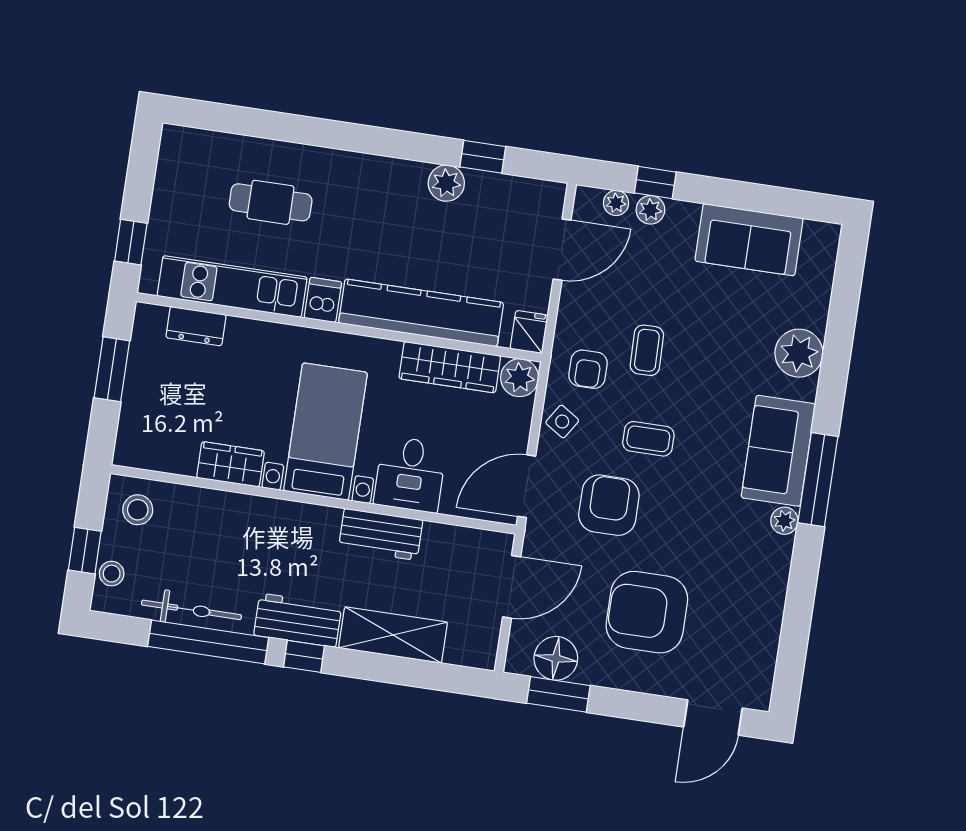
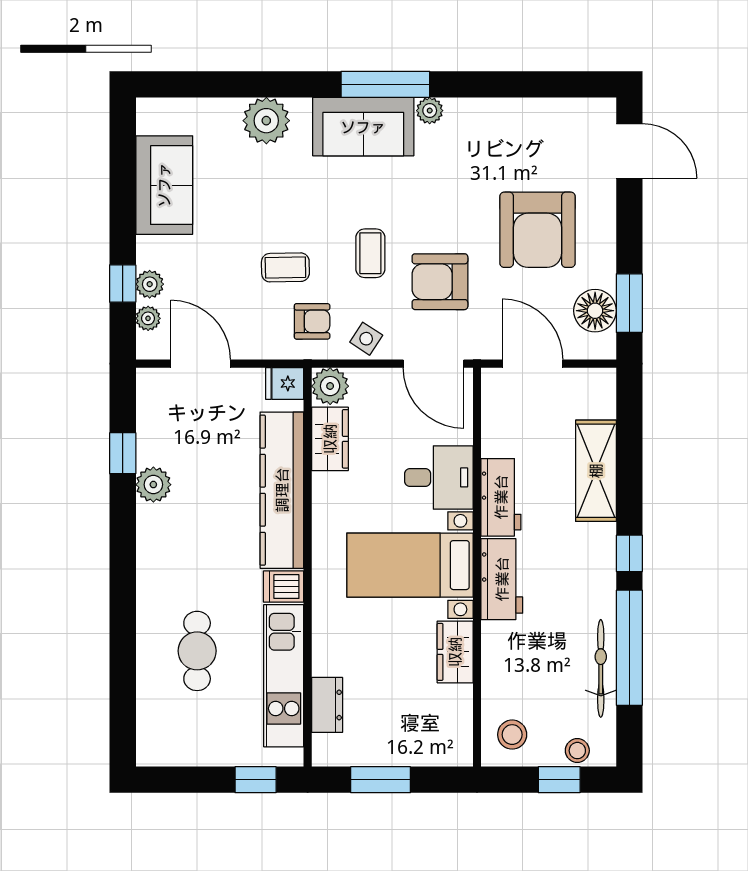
wardrobe: (450, 367) -> (330, 439), width x0.67
workbench: (298, 620) -> (502, 579), moved, turned 180

